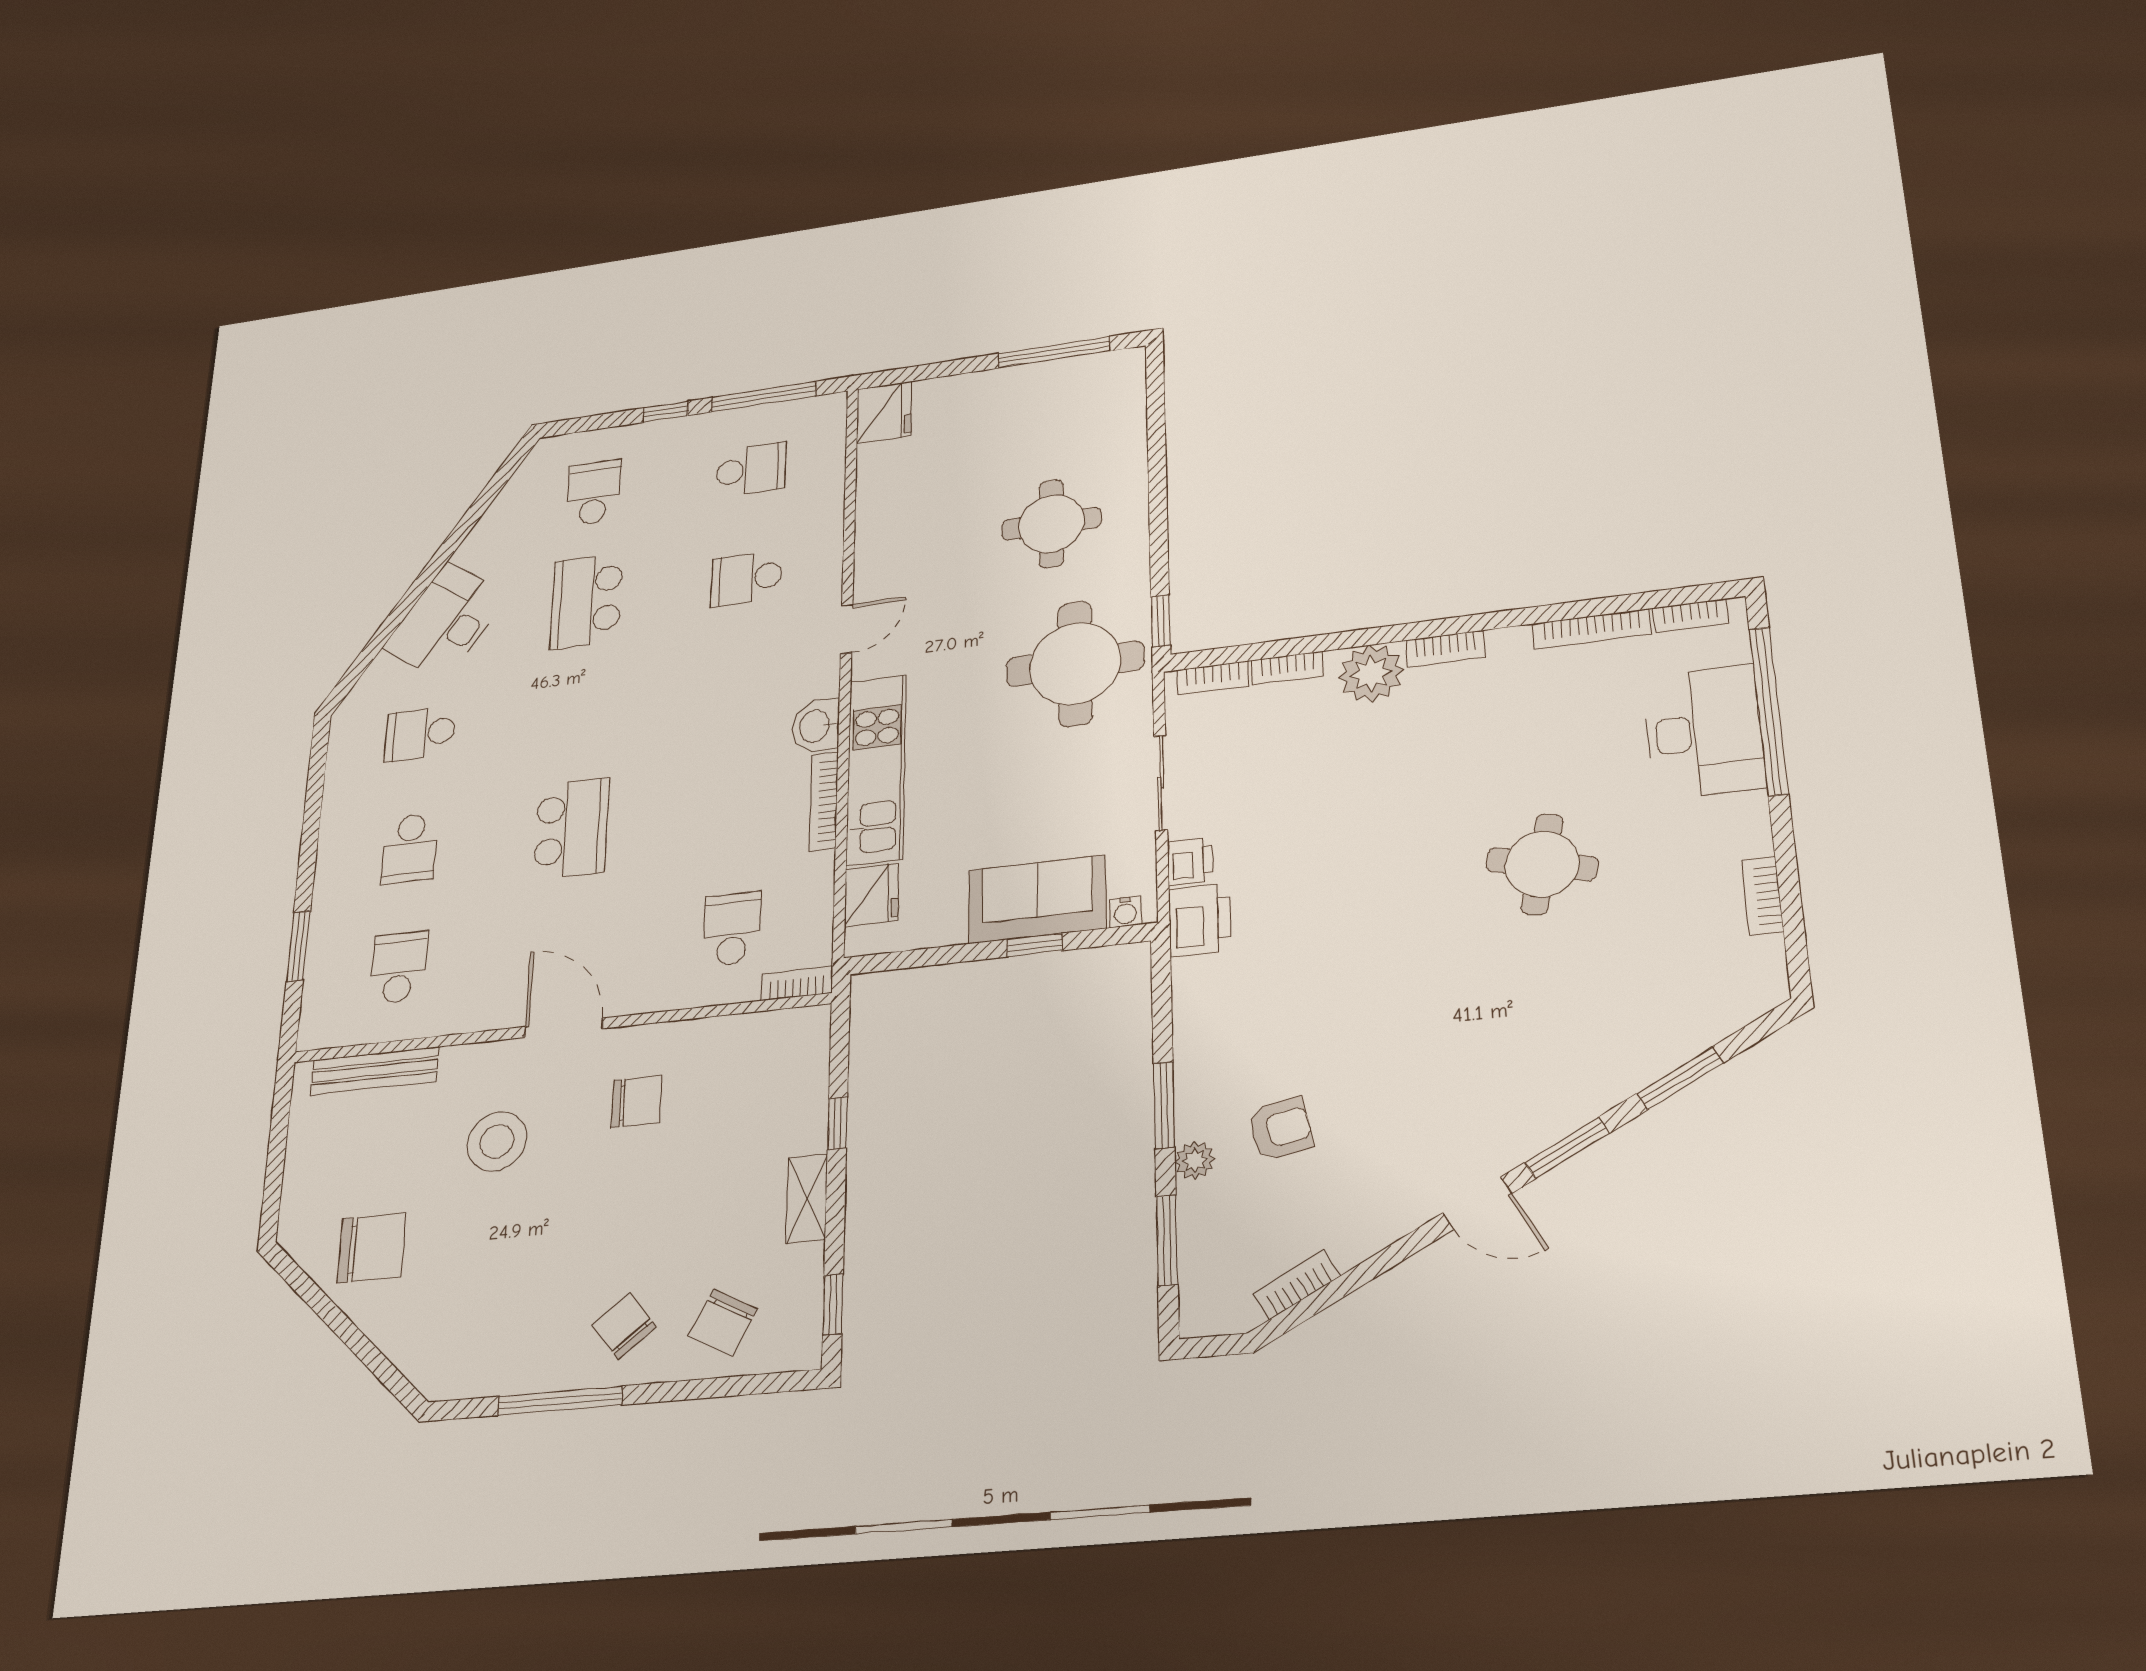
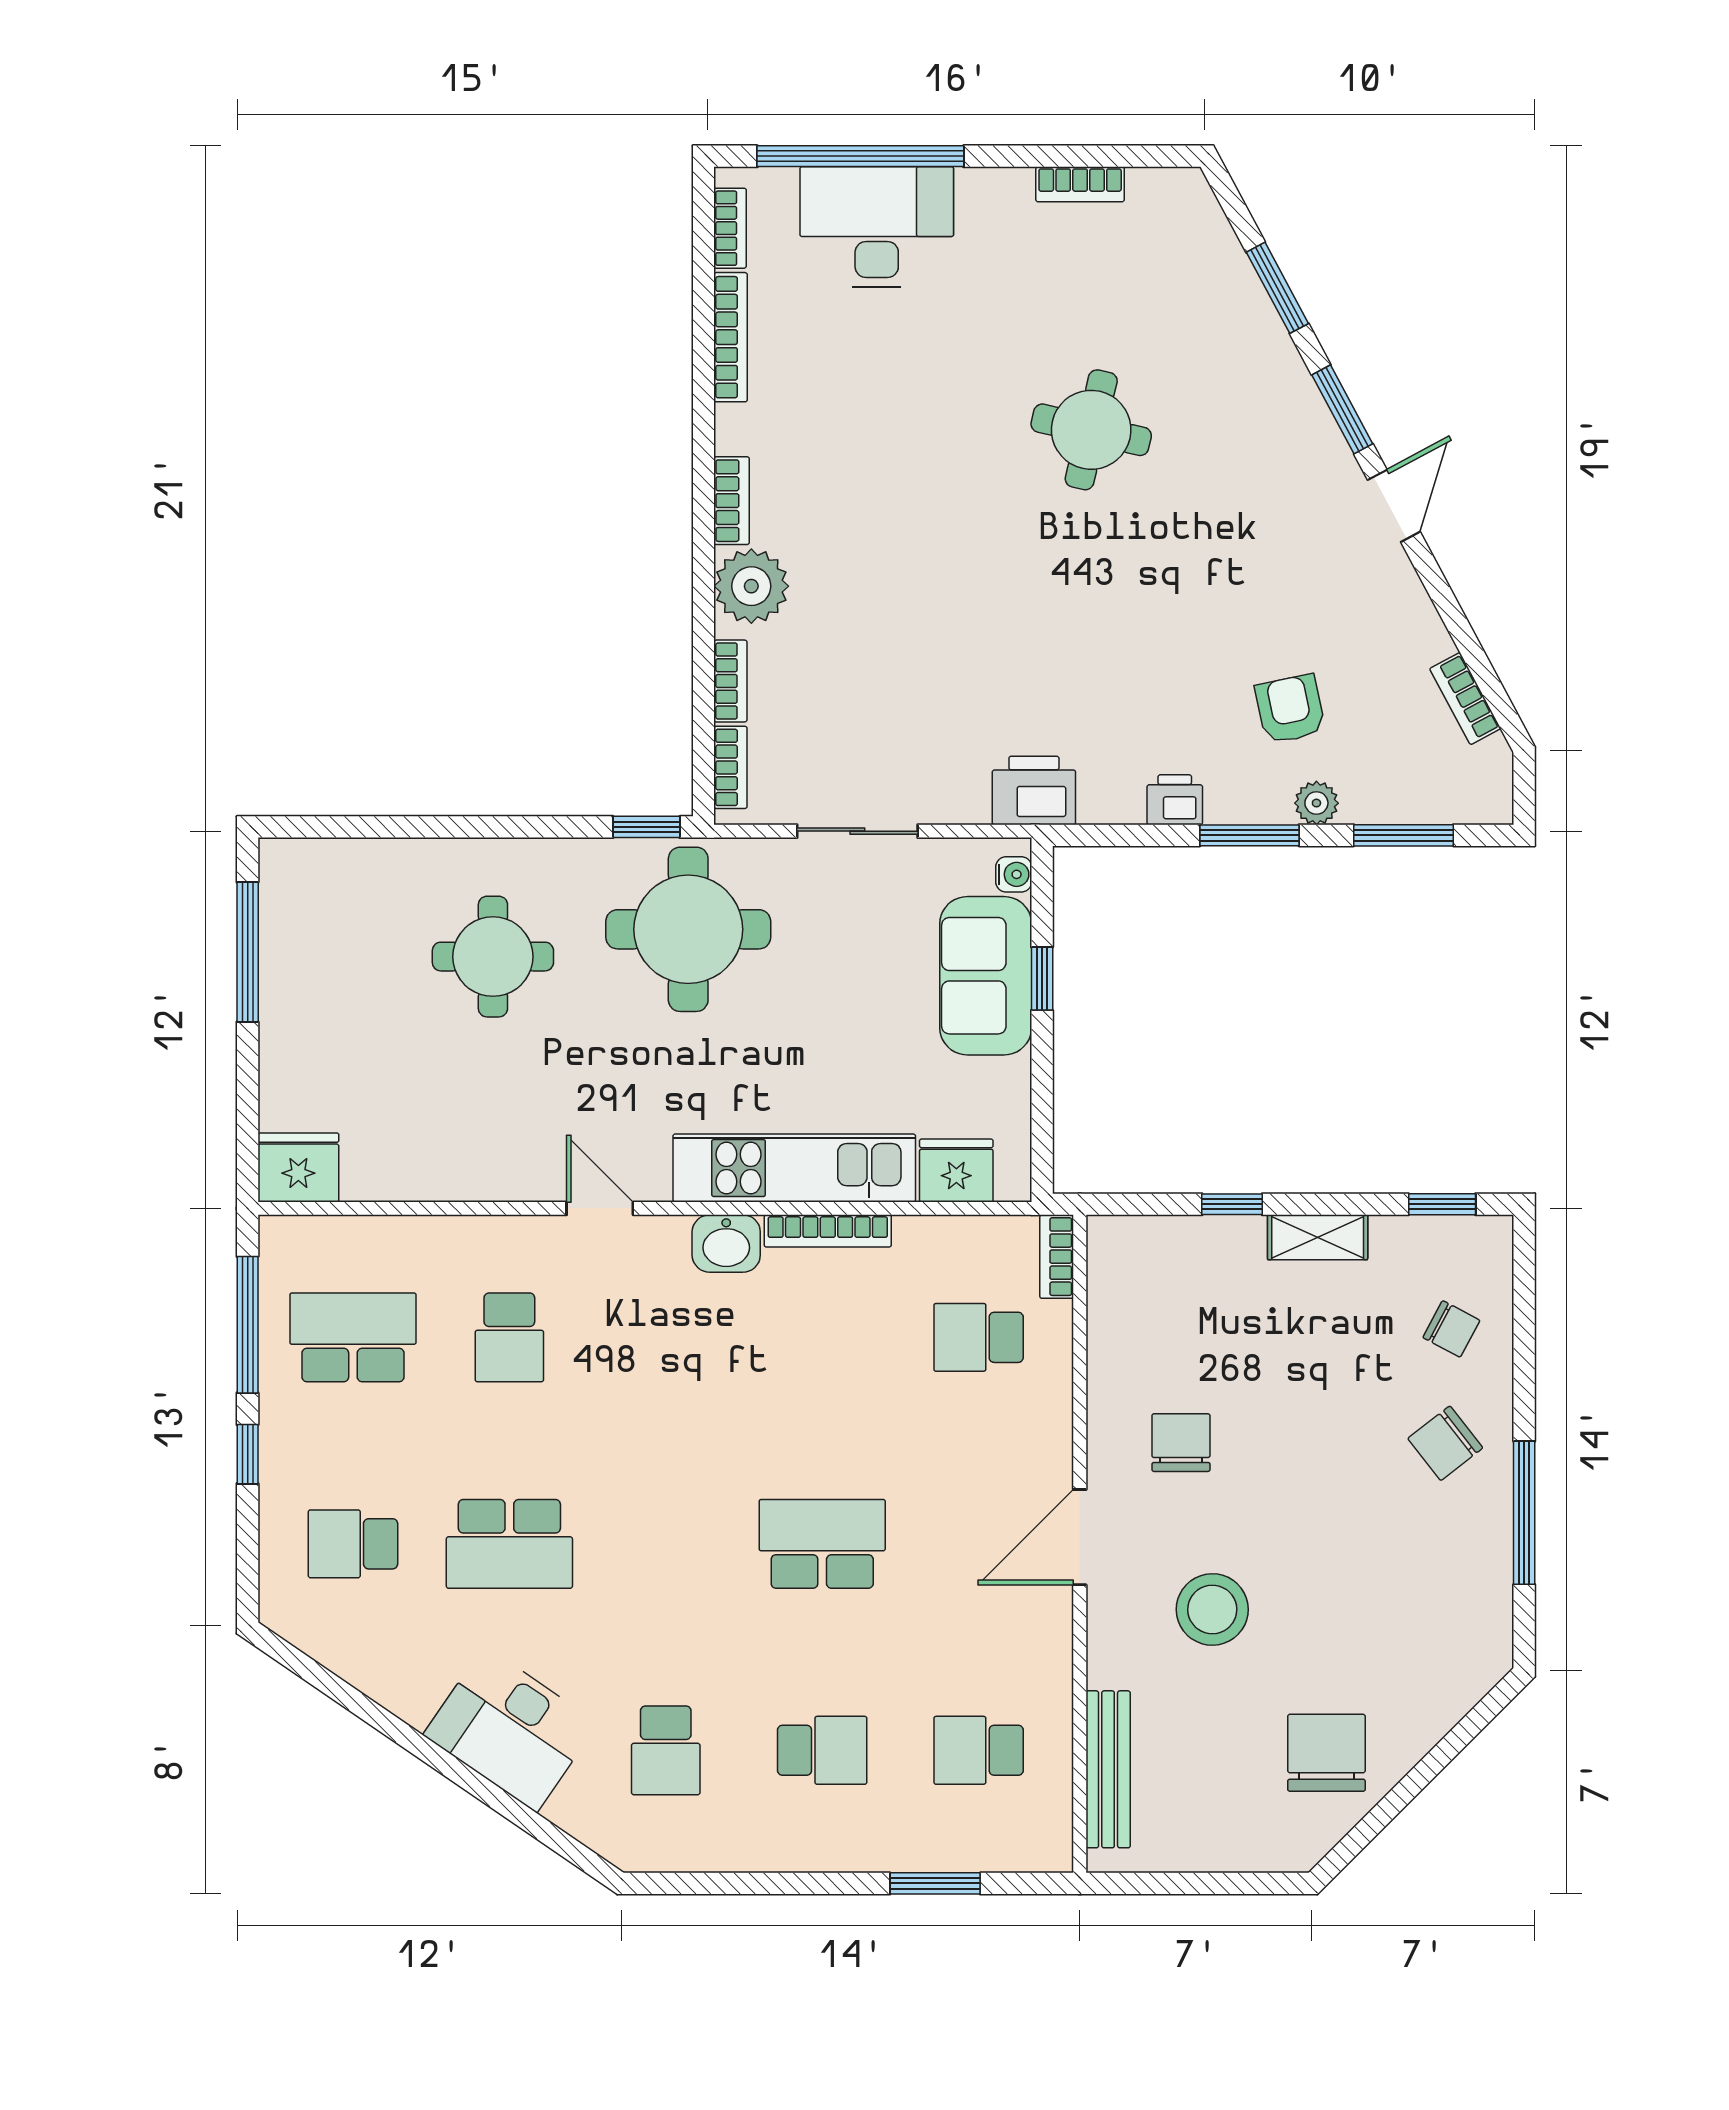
school desk: (751, 469) -> (353, 1337), width x1.85
printer: (1190, 861) -> (1175, 800), moved
round table: (1542, 864) -> (1091, 430), moved
chair: (723, 1322) -> (1451, 1329), width x0.73, depth x0.73

